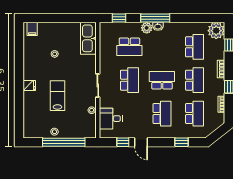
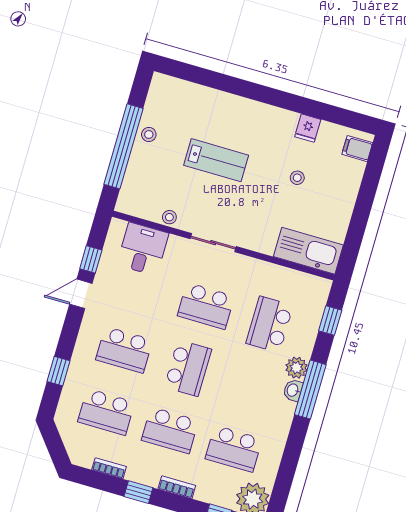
fridge: (29, 85) -> (308, 128), moved

